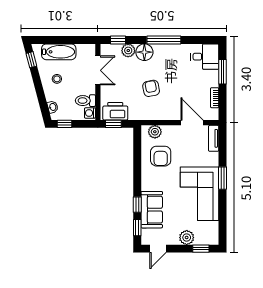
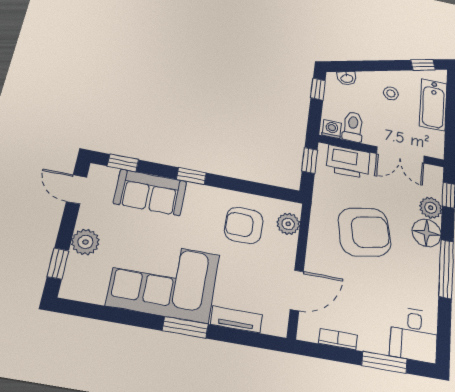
armchair: (151, 88) -> (364, 232), width x1.88, depth x1.88
printer: (115, 111) -> (348, 162), moved, turned 90
tv unit: (214, 138) -> (236, 319), moved
window: (137, 205) -> (191, 176), moved

